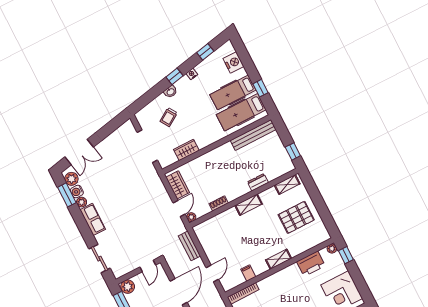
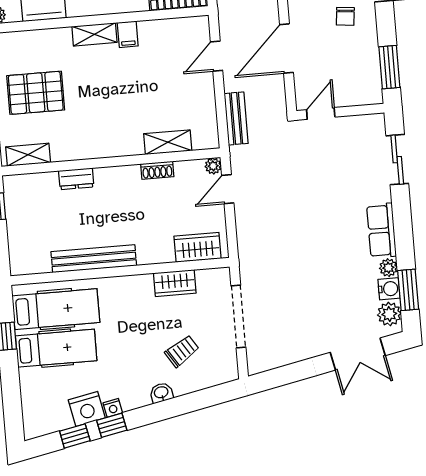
nightstand: (233, 62) -> (87, 409), moved, turned -101
window: (174, 76) -> (112, 425), moved
bench: (253, 135) -> (94, 259), moved
double door: (79, 152) -> (358, 354), swing flipped
wardrobe: (178, 185) -> (198, 247), moved, turned 90
shelving: (249, 205) -> (168, 142), moved
filing cabinet: (248, 273) -> (128, 34), moved
plant: (128, 287) -> (369, 93), removed

